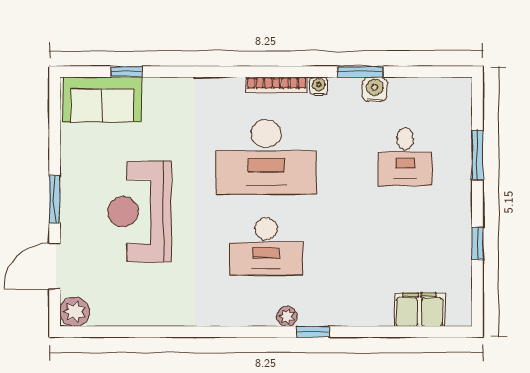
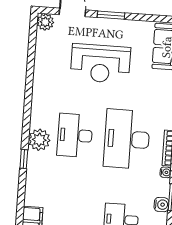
reception desk: (140, 212) -> (100, 64), turned 180
plant: (287, 316) -> (39, 140), width x1.88, depth x1.88

